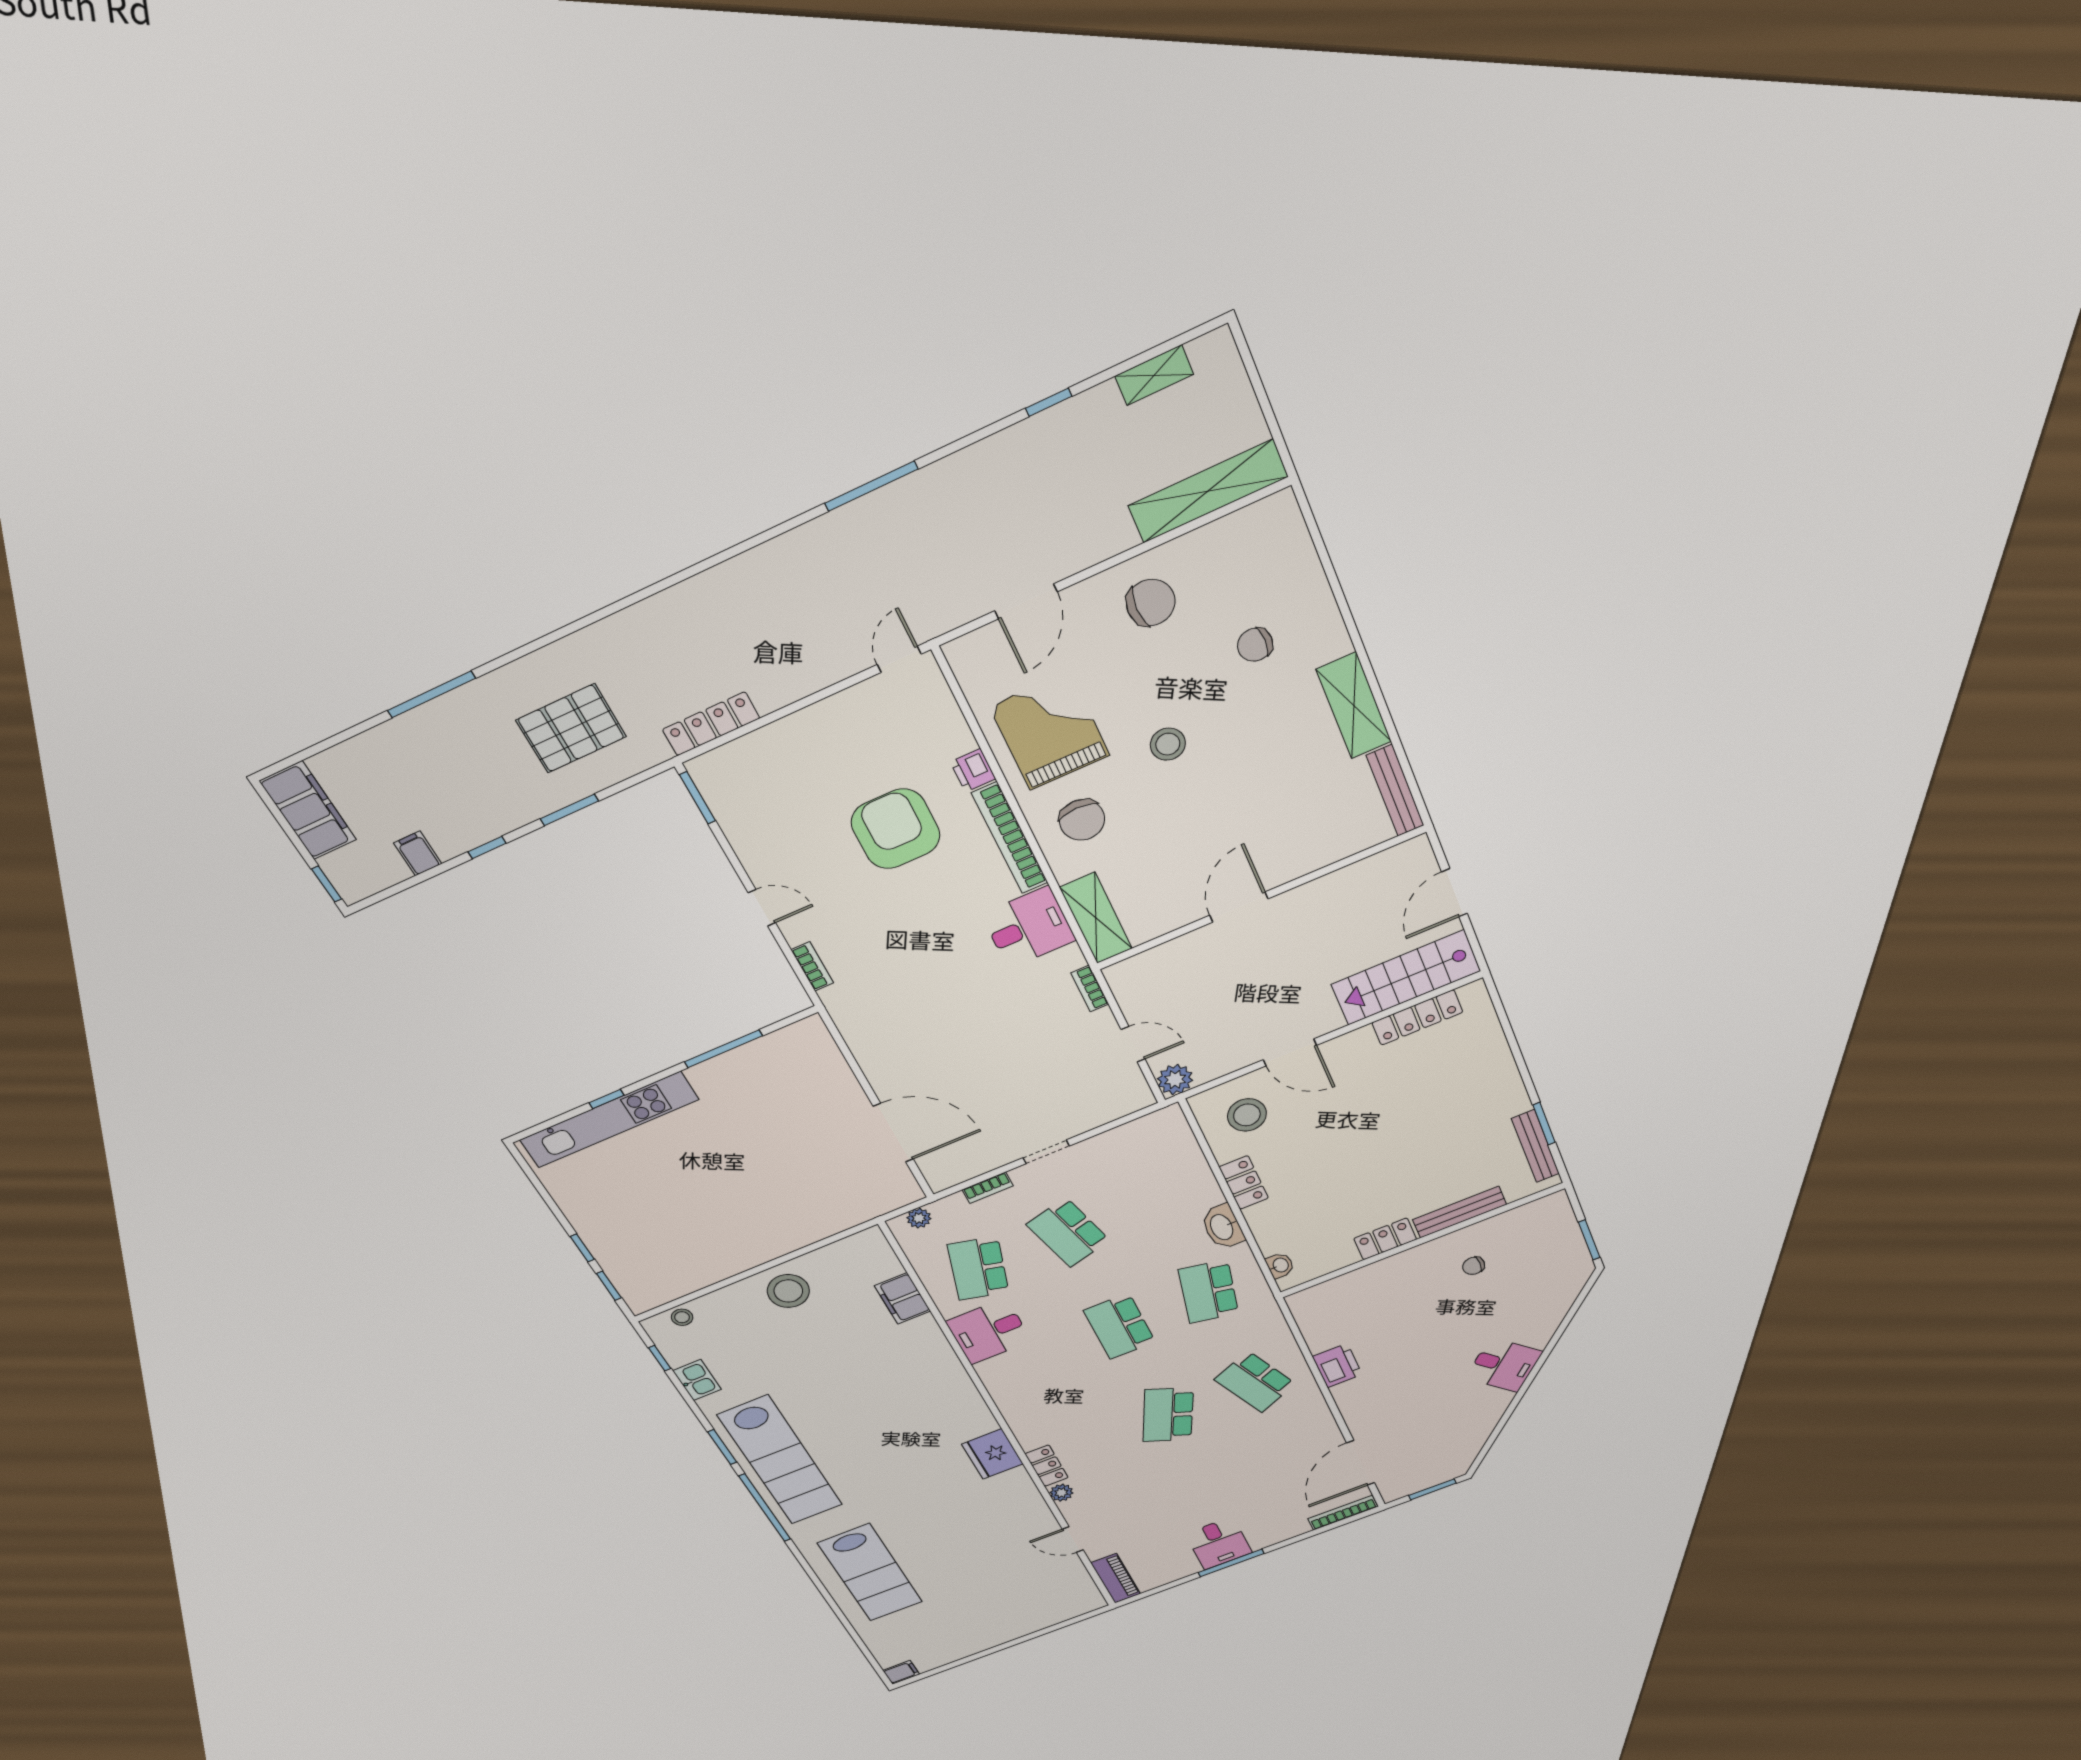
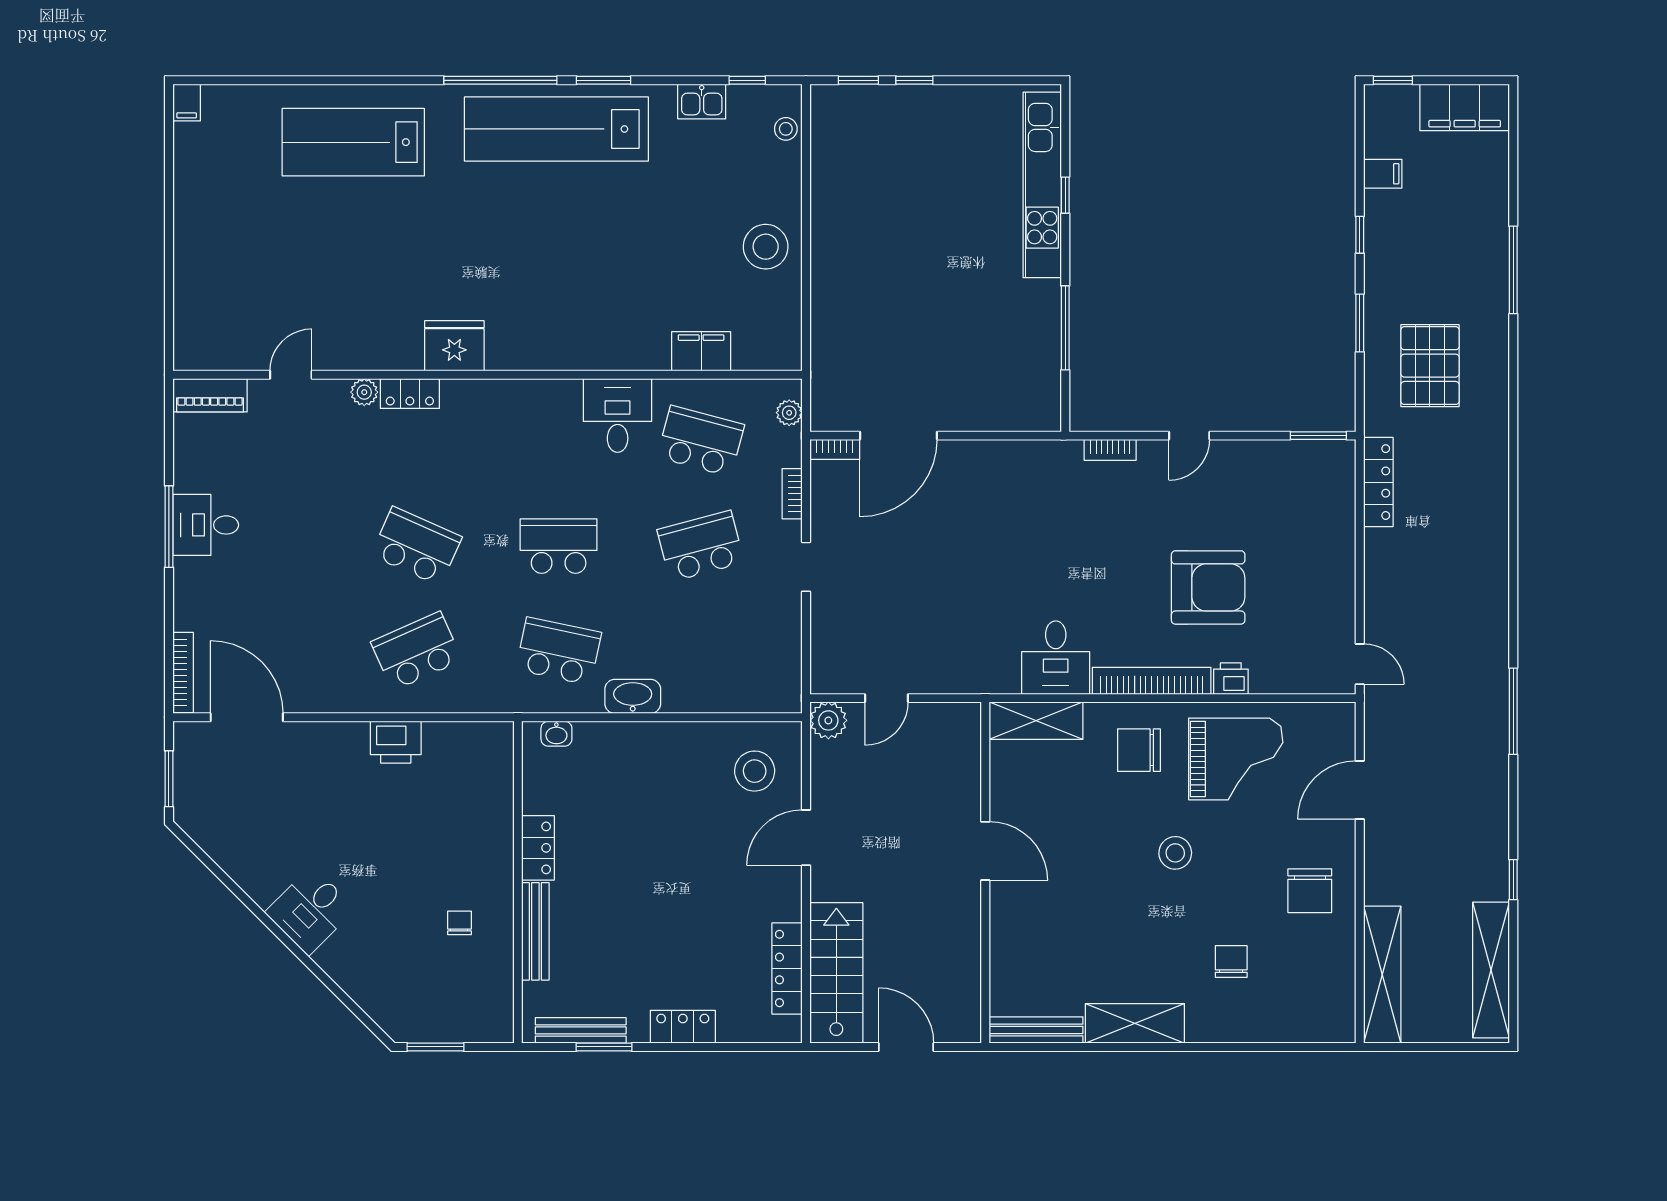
shelving: (1154, 375) -> (1491, 970), width x2.20, depth x1.33
door: (1026, 601) -> (1360, 790), hinge flipped
bookcase: (1090, 989) -> (835, 449), moved, turned 180
locker: (1244, 1183) -> (683, 1027), moved, turned 180

